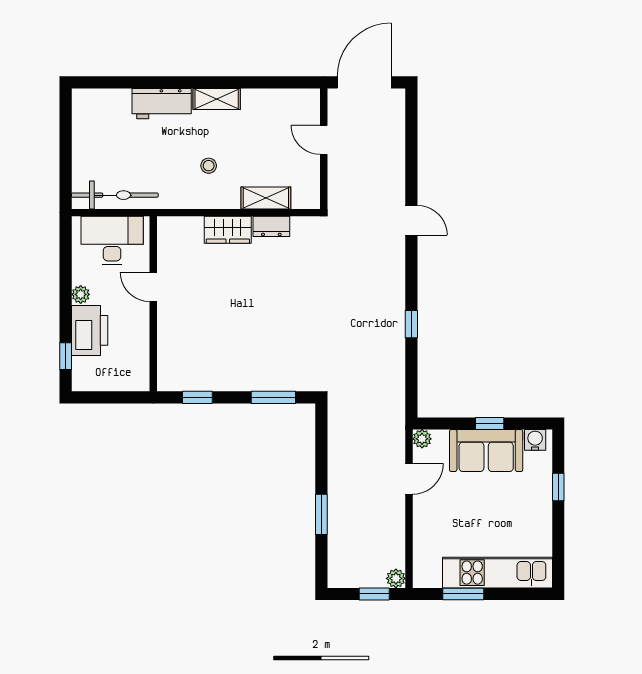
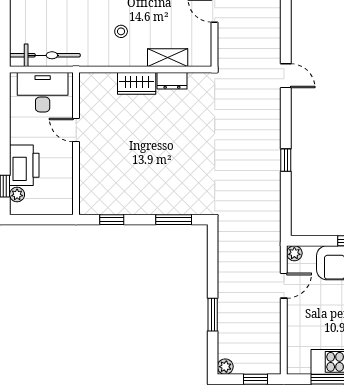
plant: (81, 294) -> (17, 195), moved
plant: (396, 578) -> (225, 367), moved

